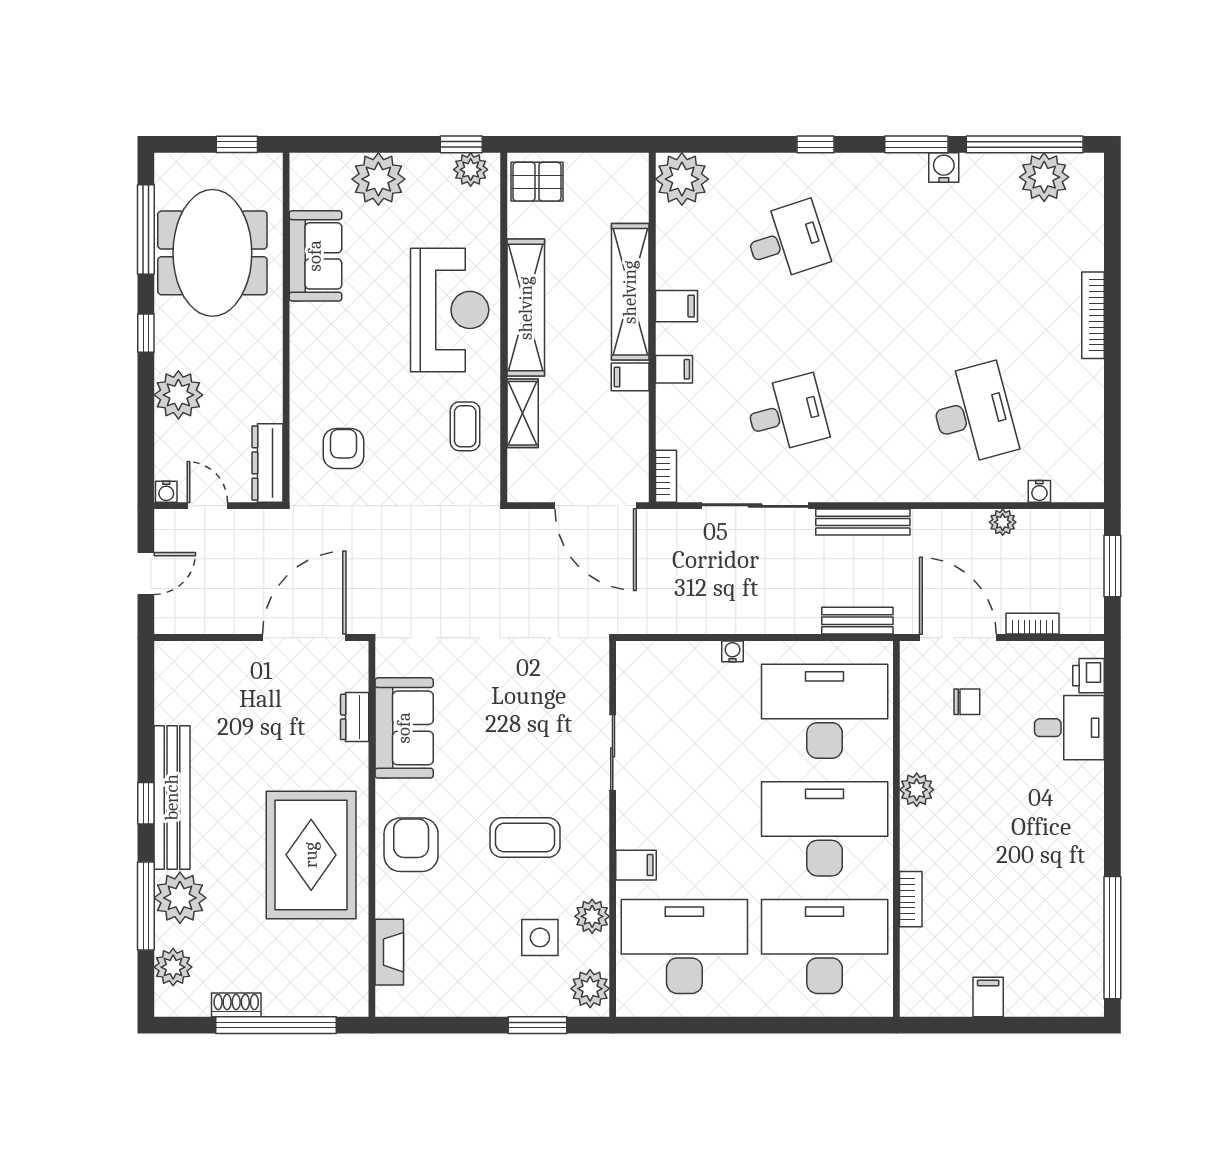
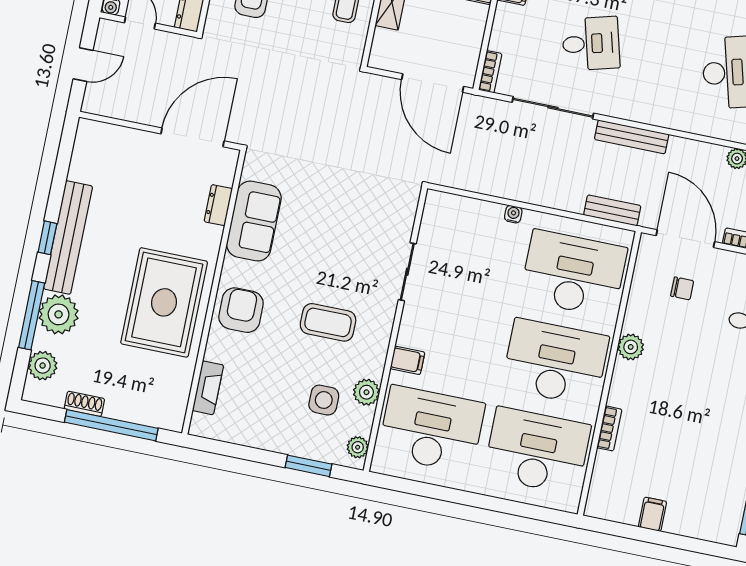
plant: (590, 989) -> (358, 447), width x0.73, depth x0.73

